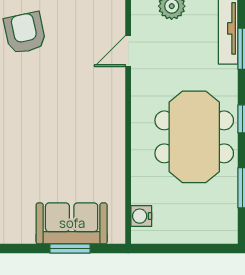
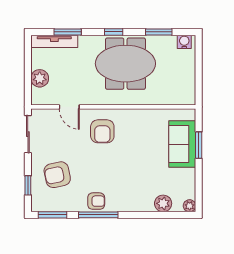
armchair: (91, 102) -> (102, 131), added
water cooler: (141, 216) -> (184, 42), moved, turned 180

